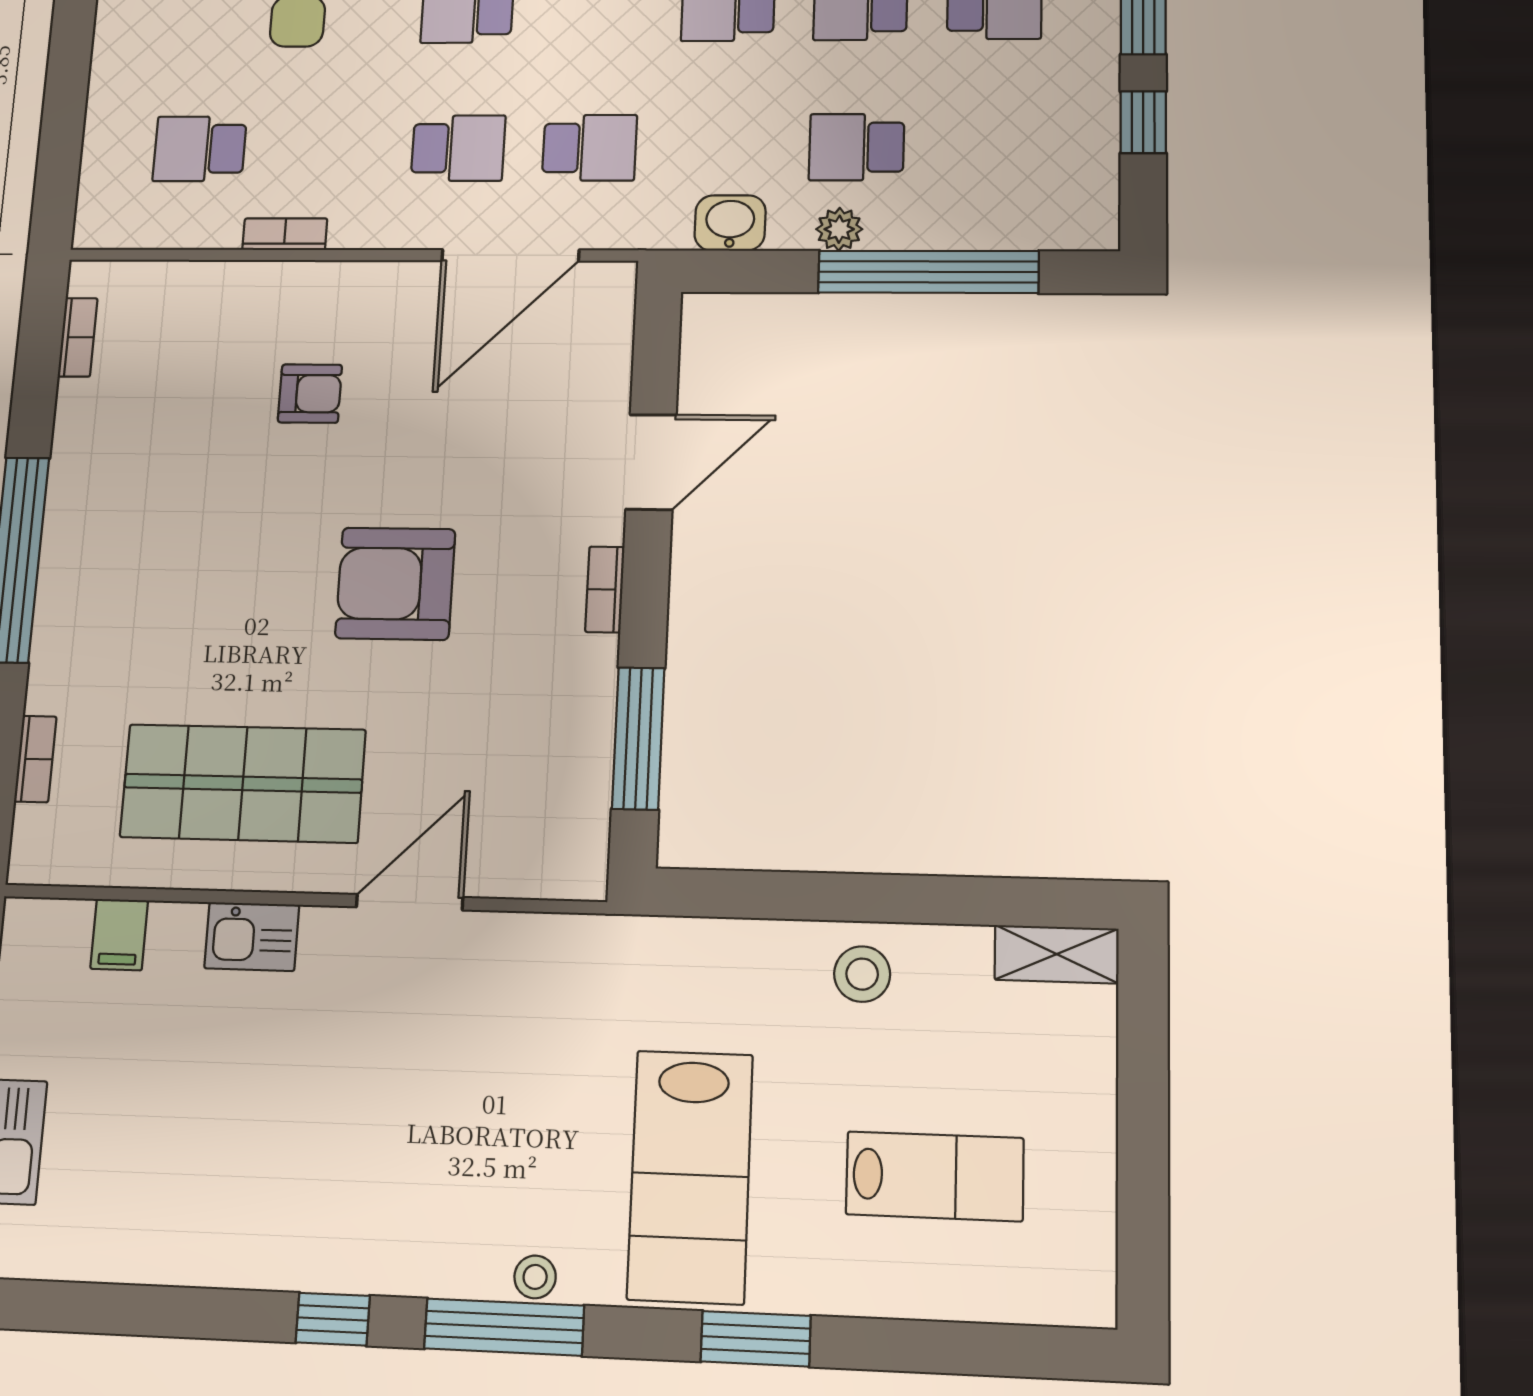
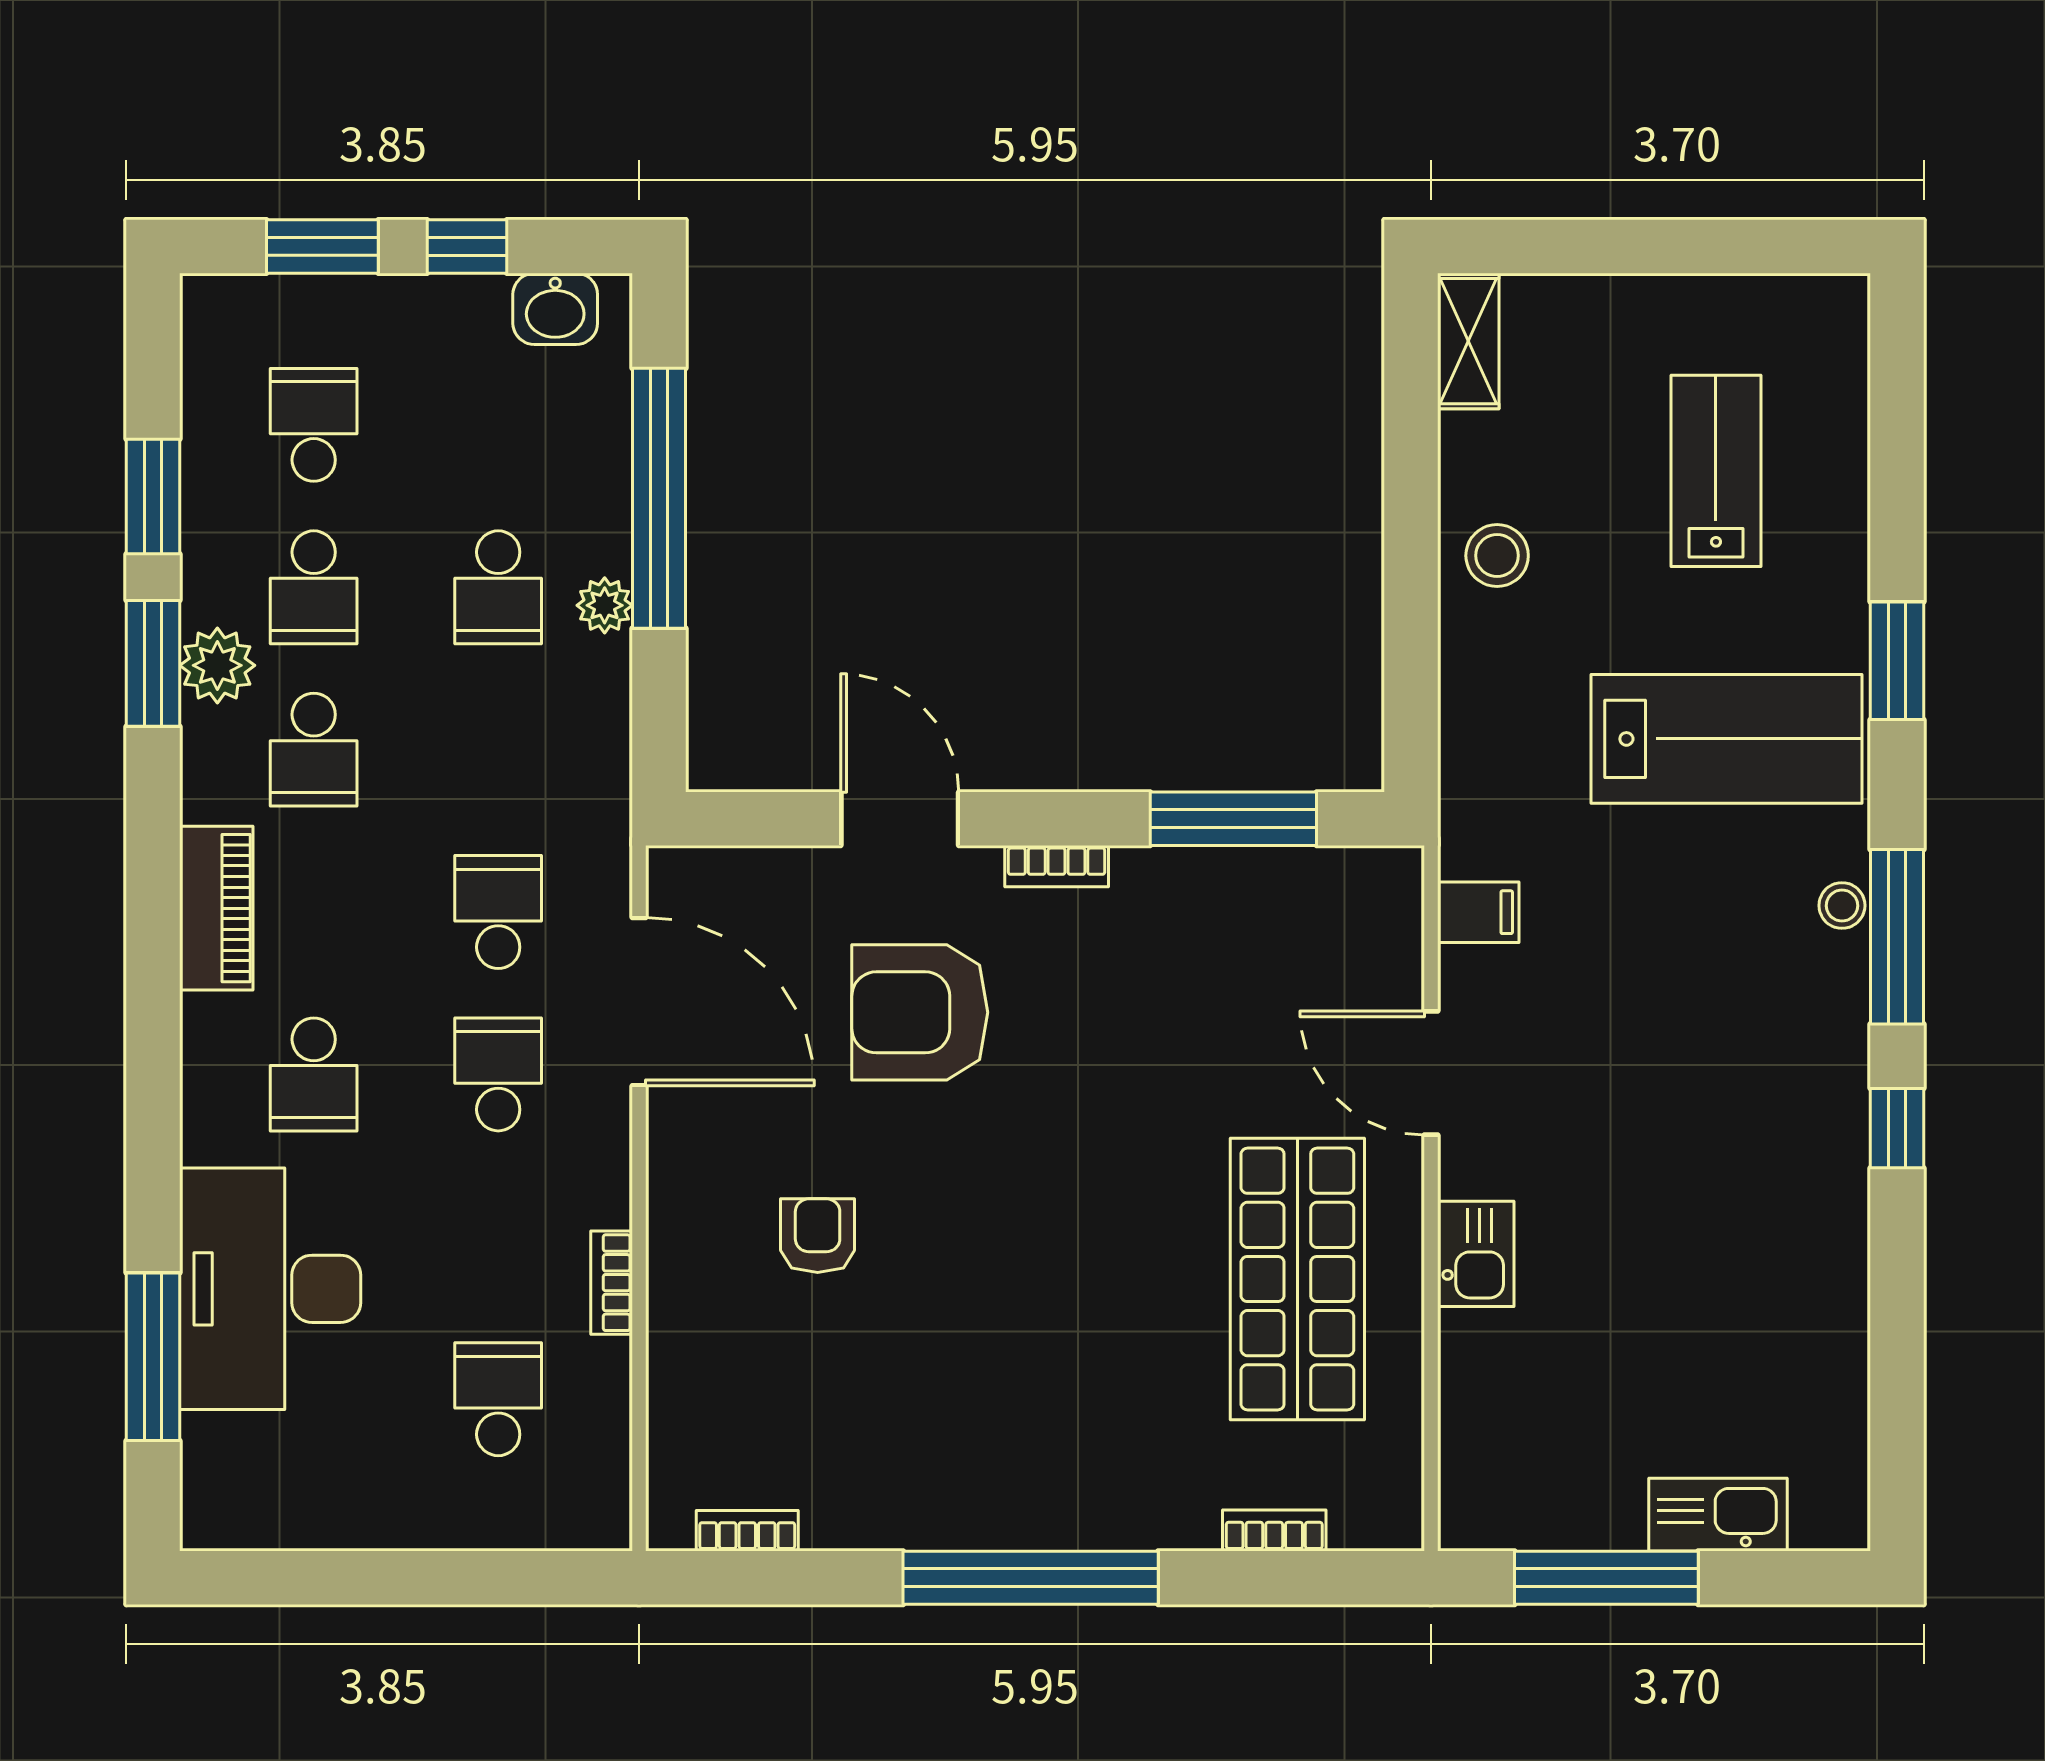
school desk: (200, 149) -> (498, 1399), turned 180
washbasin: (730, 223) -> (555, 309), moved, turned -90
armchair: (395, 584) -> (920, 1012), moved, turned 90
filing cabinet: (119, 935) -> (1478, 912), moved

